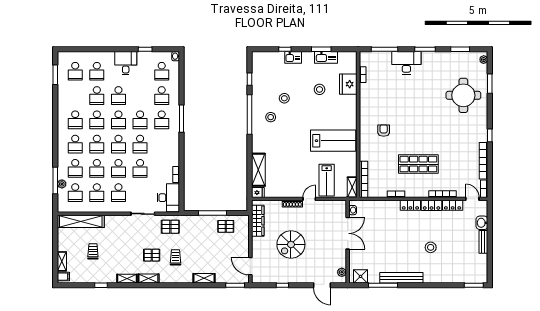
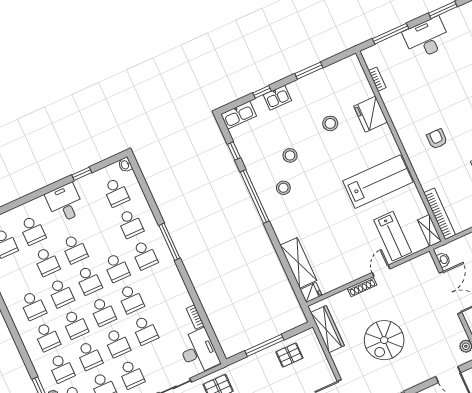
kitchen sink: (326, 57) -> (239, 115), moved
fridge: (348, 84) -> (371, 114), moved

